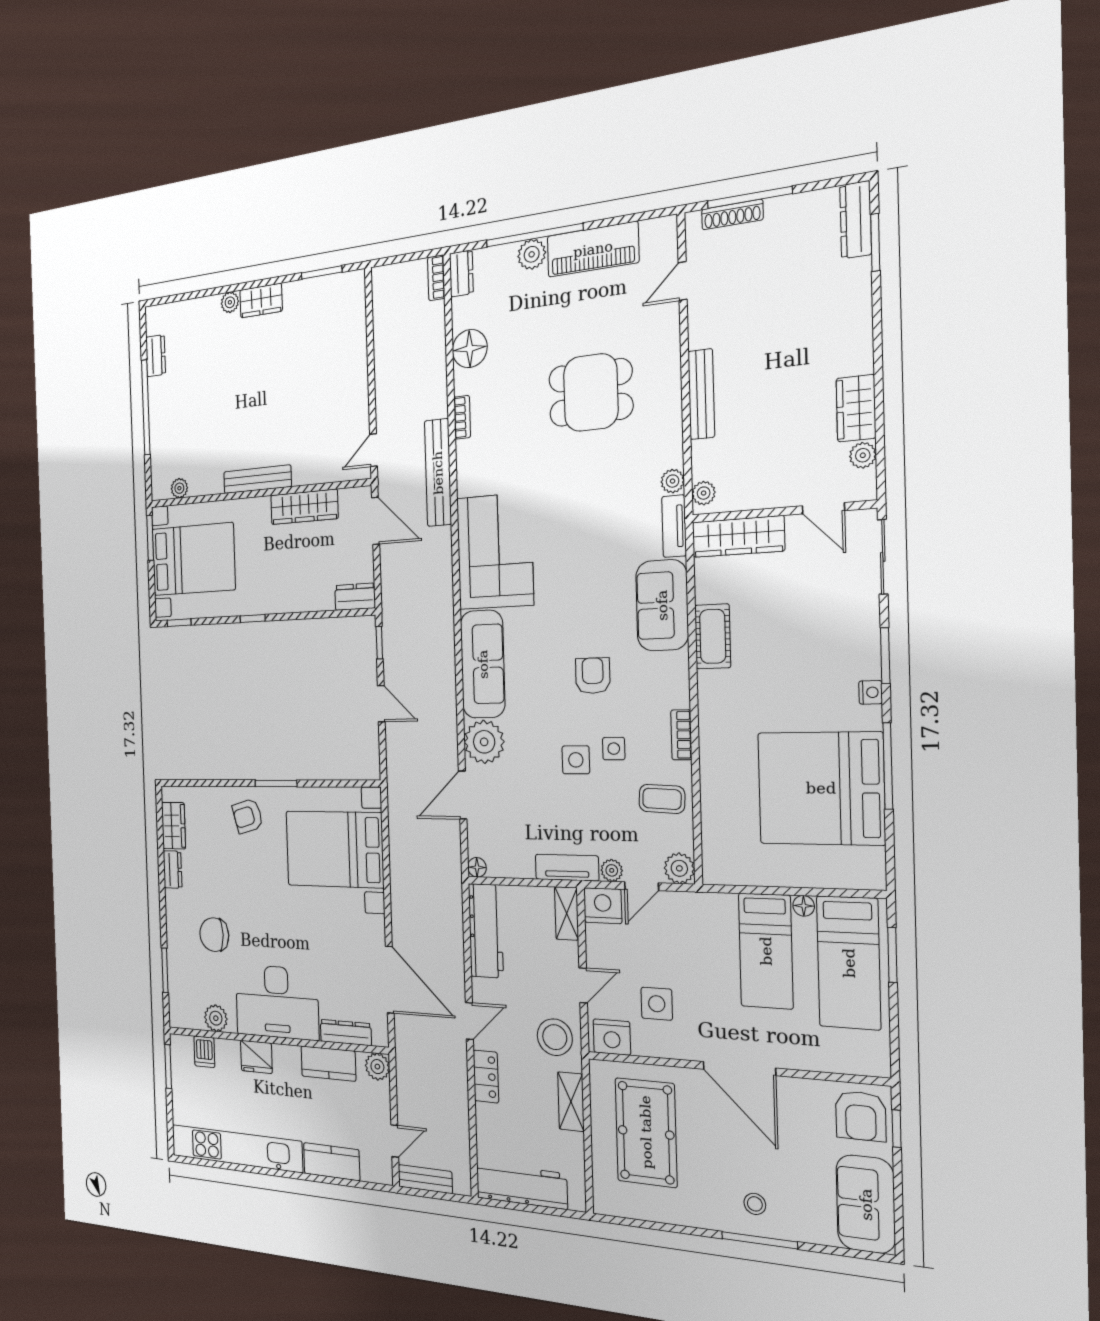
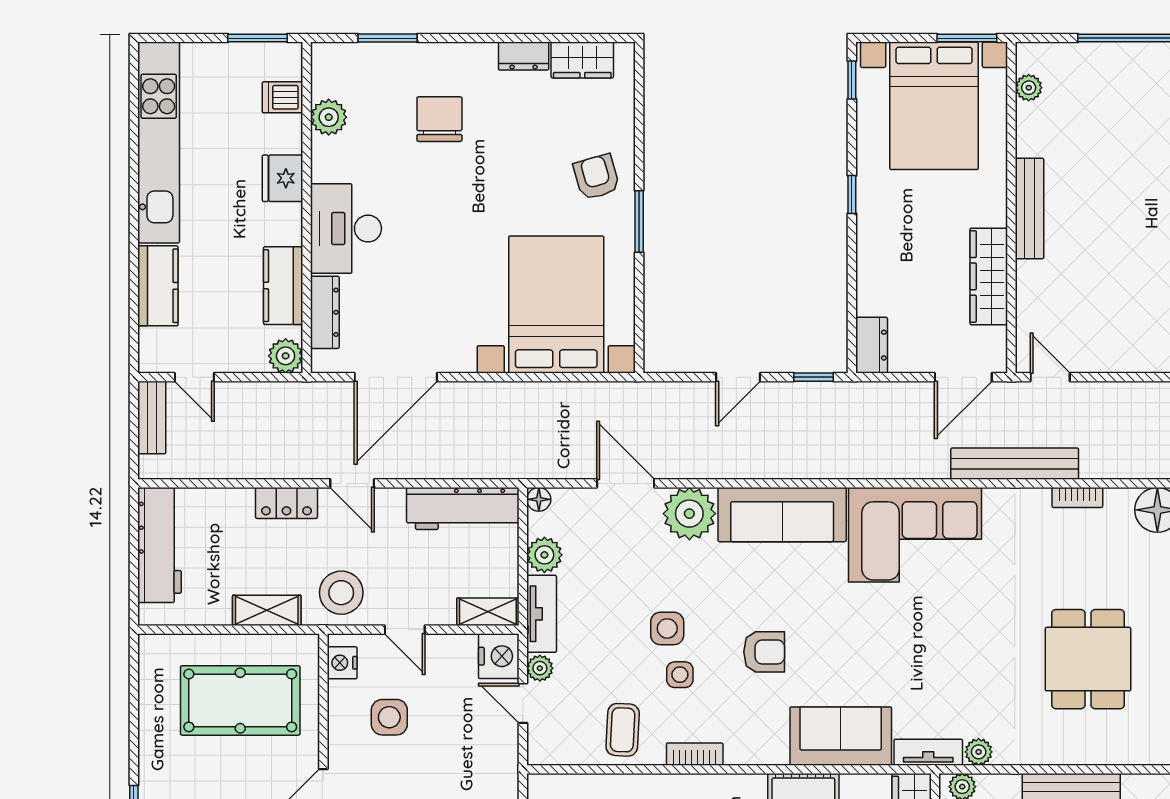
plant: (679, 868) -> (544, 555), moved
desk: (277, 1002) -> (346, 229), width x0.73, depth x0.77
nightstand: (612, 1037) -> (342, 663), width x0.74, depth x0.75

